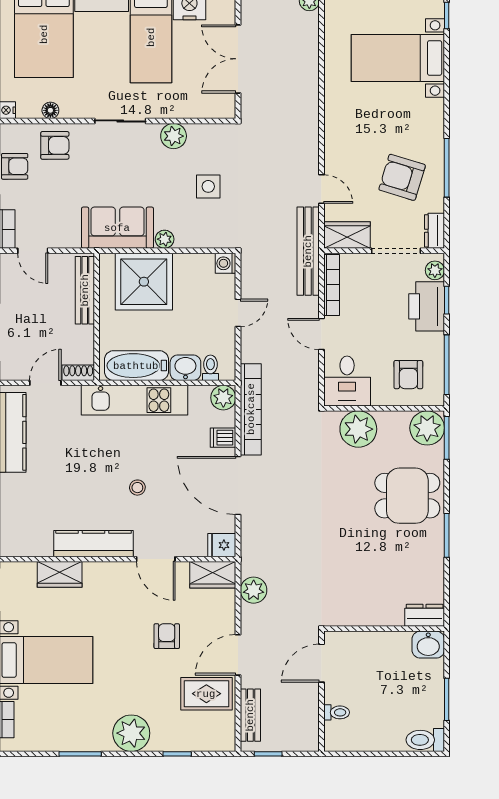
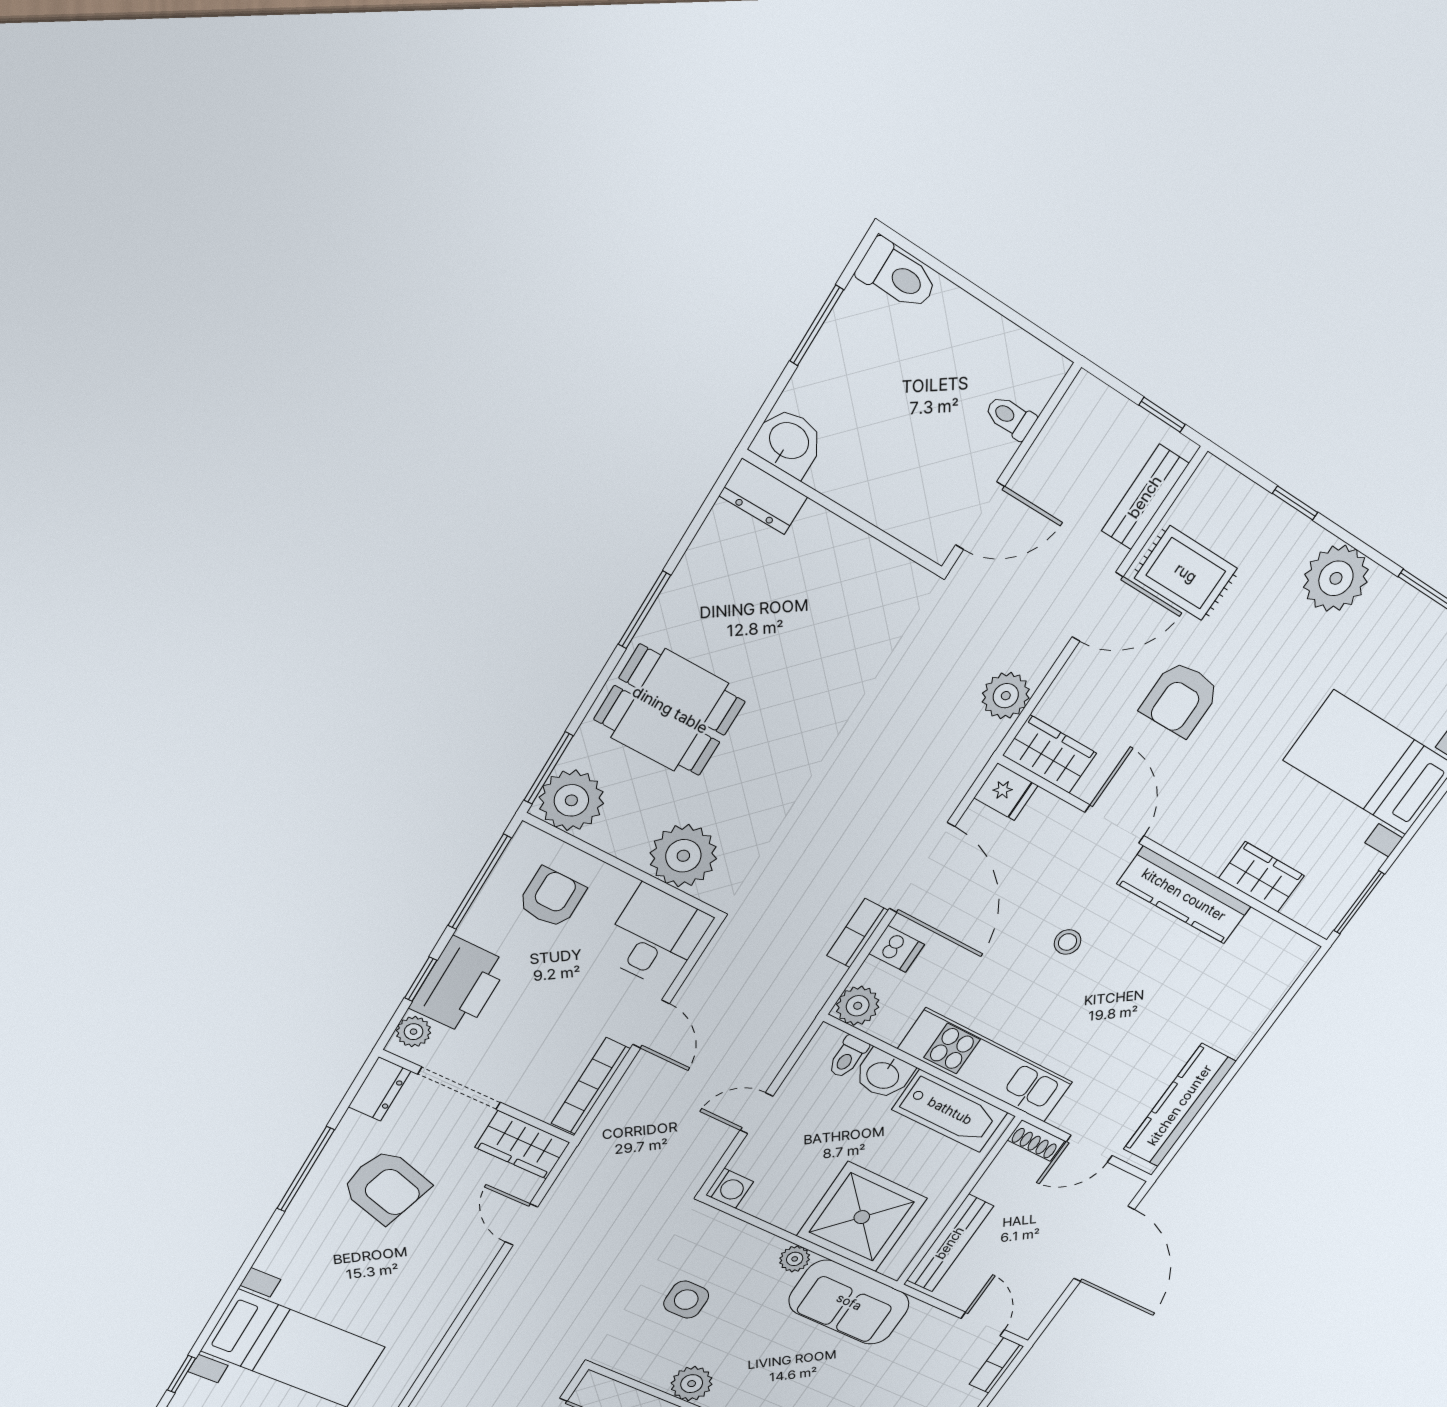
bench: (308, 251) -> (596, 1149), removed
bookcase: (251, 409) -> (858, 933), width x0.43, depth x0.76
armchair: (167, 636) -> (1180, 699), width x1.38, depth x1.38

